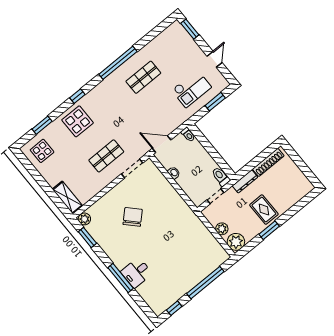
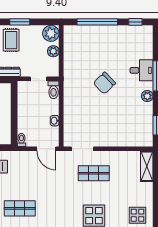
toilet: (221, 177) -> (54, 90), moved
chair: (133, 217) -> (104, 83), moved
plant: (84, 219) -> (147, 96), moved

